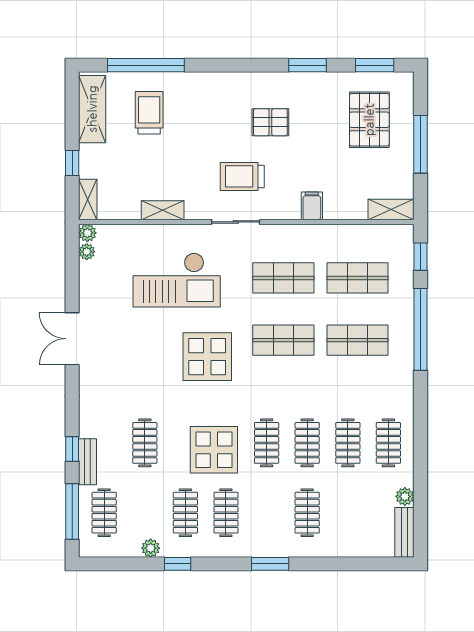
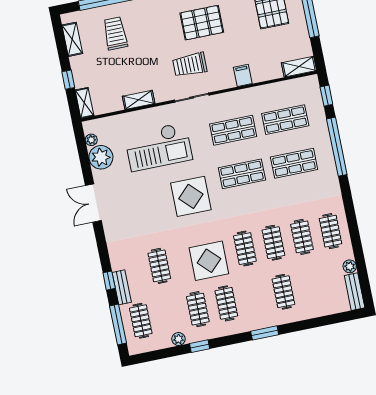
shelving: (92, 109) -> (72, 39), width x0.67, depth x0.75
pallet: (270, 122) -> (202, 23), width x1.50, depth x1.42
plant: (87, 233) -> (101, 157), moved, width x1.88, depth x1.88

